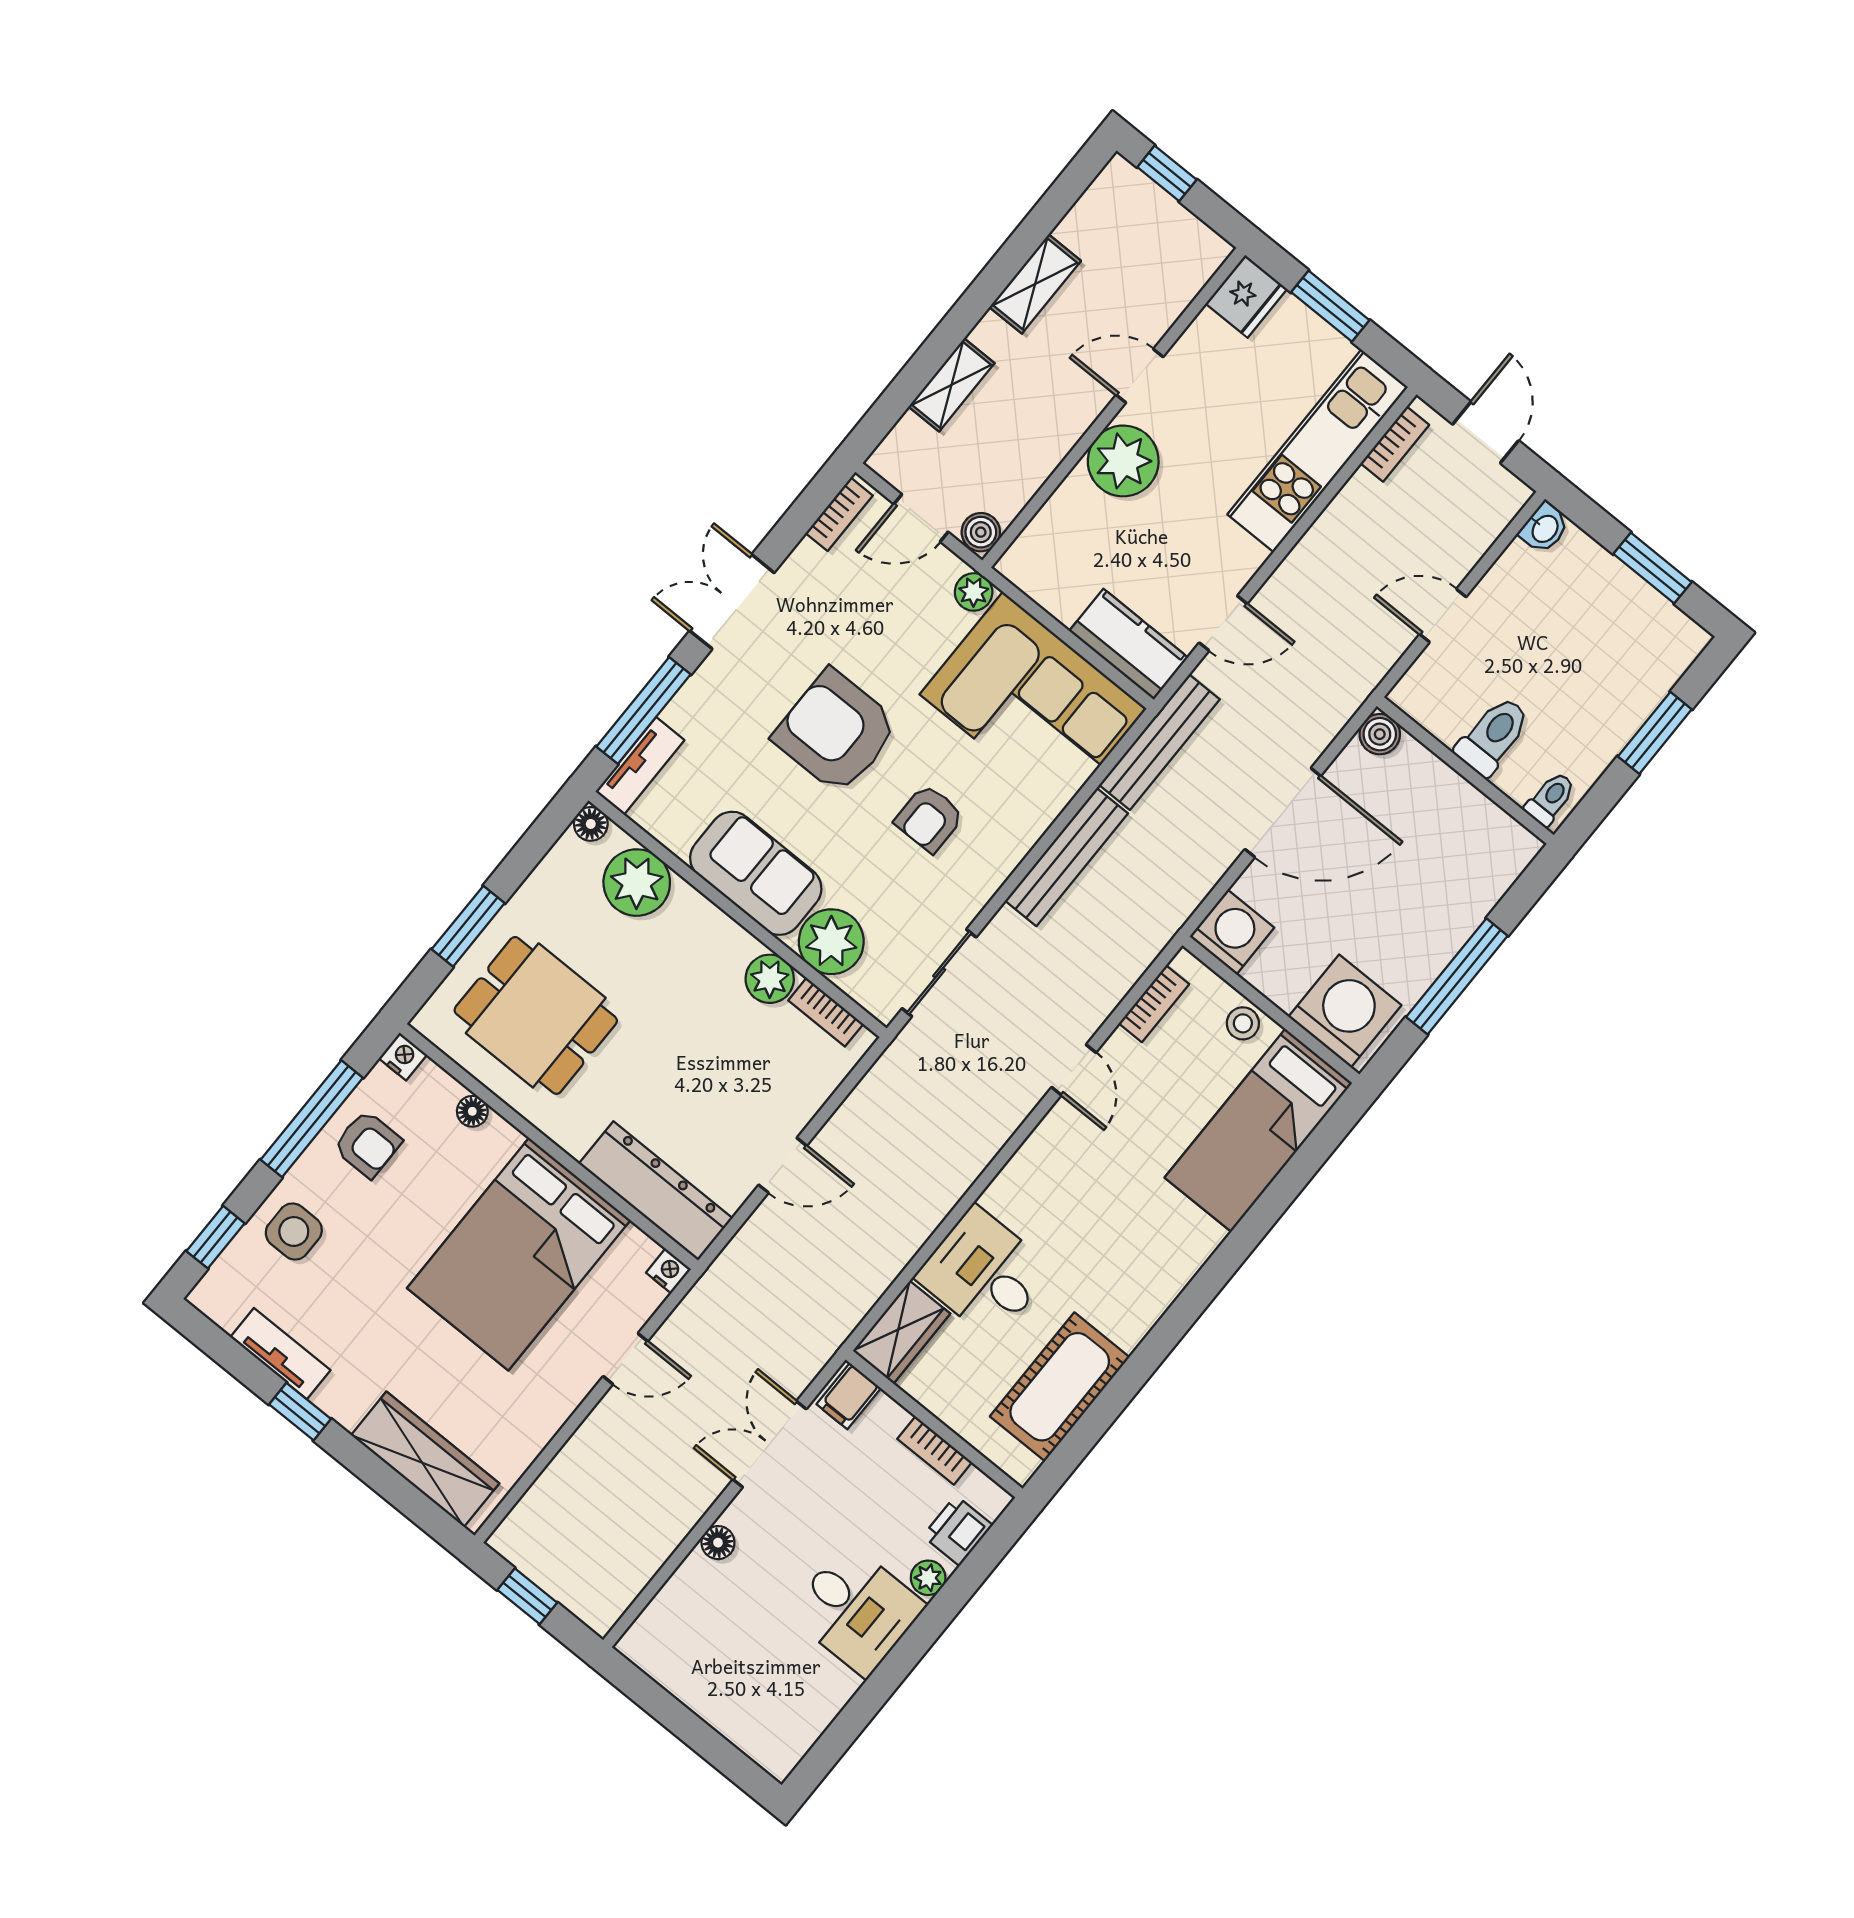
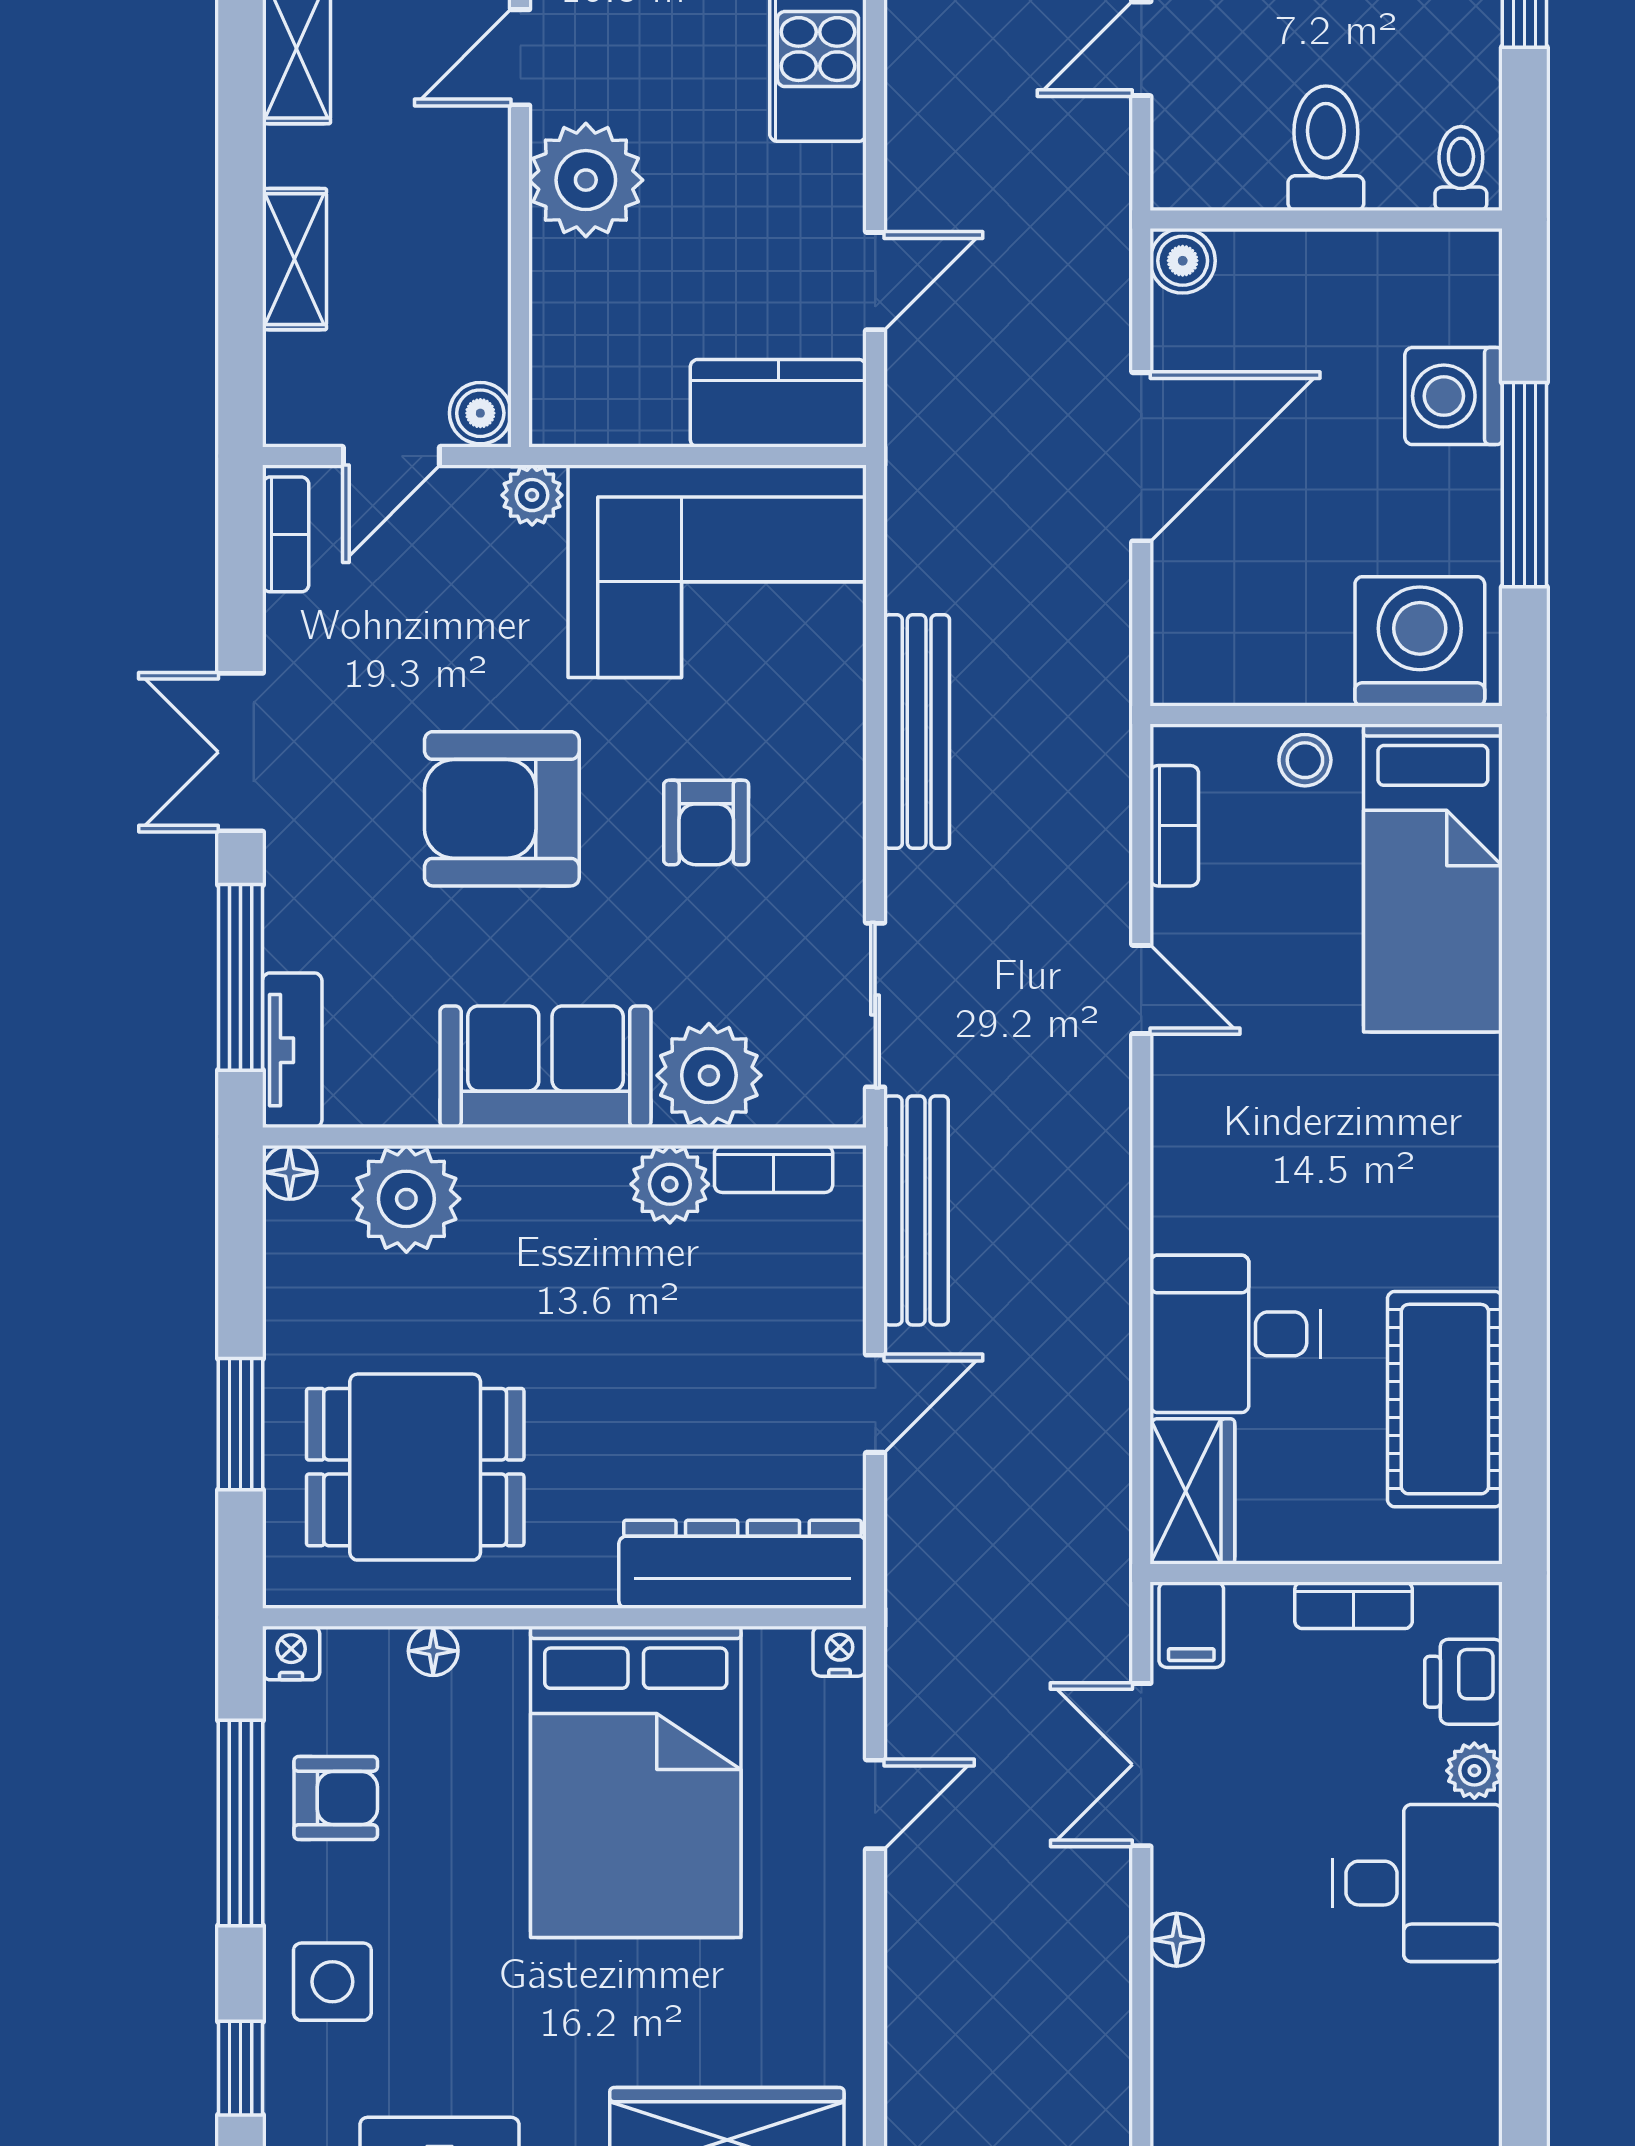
bench: (1159, 742) -> (916, 1210), moved
washing machine: (1232, 932) -> (1454, 396), moved, turned -90

